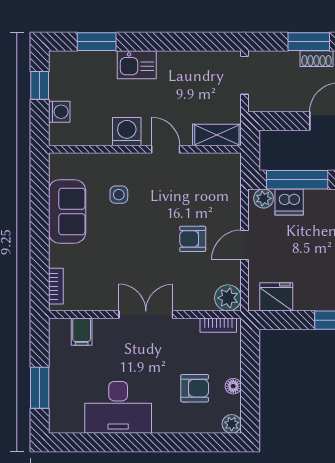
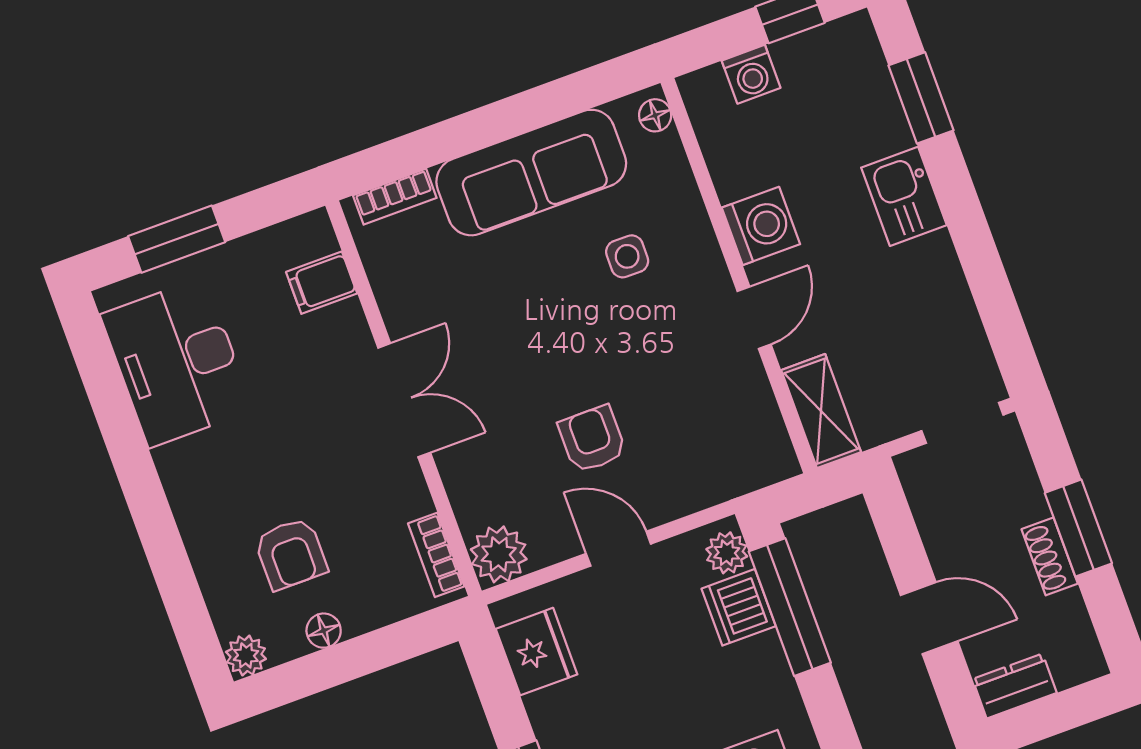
floor lamp: (62, 160) -> (655, 115), added
sofa: (67, 211) -> (531, 173), width x1.36
desk: (118, 407) -> (177, 362), moved

